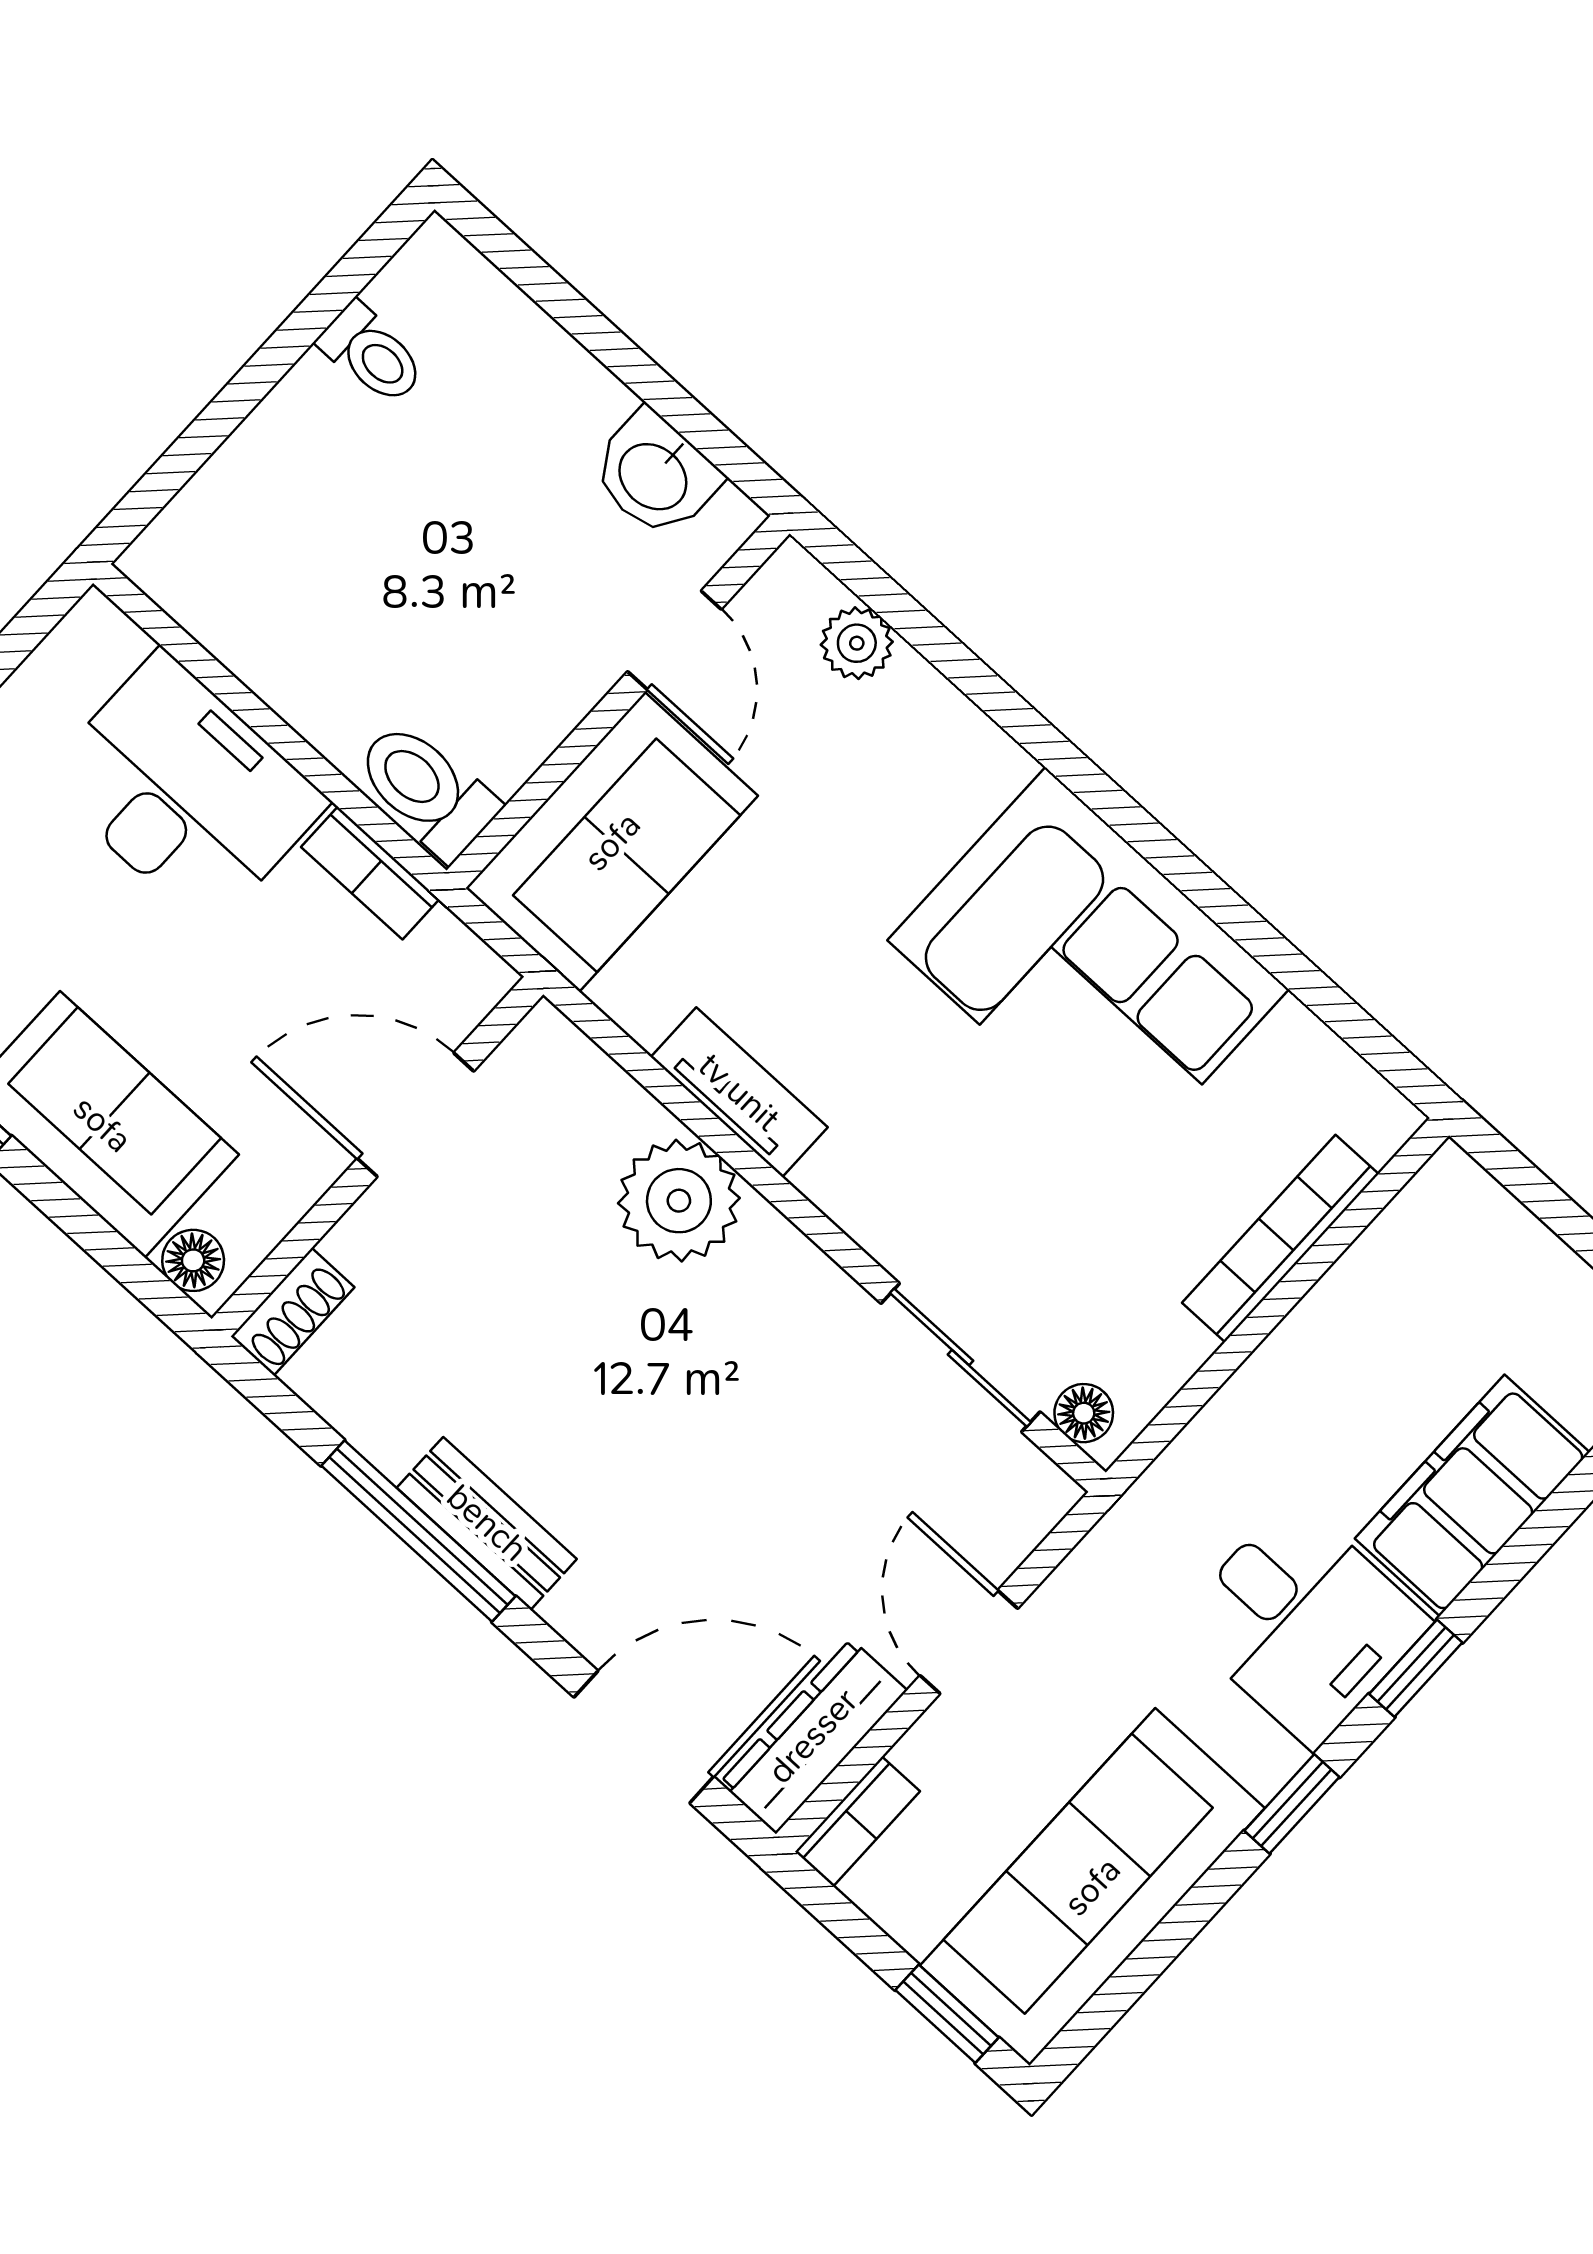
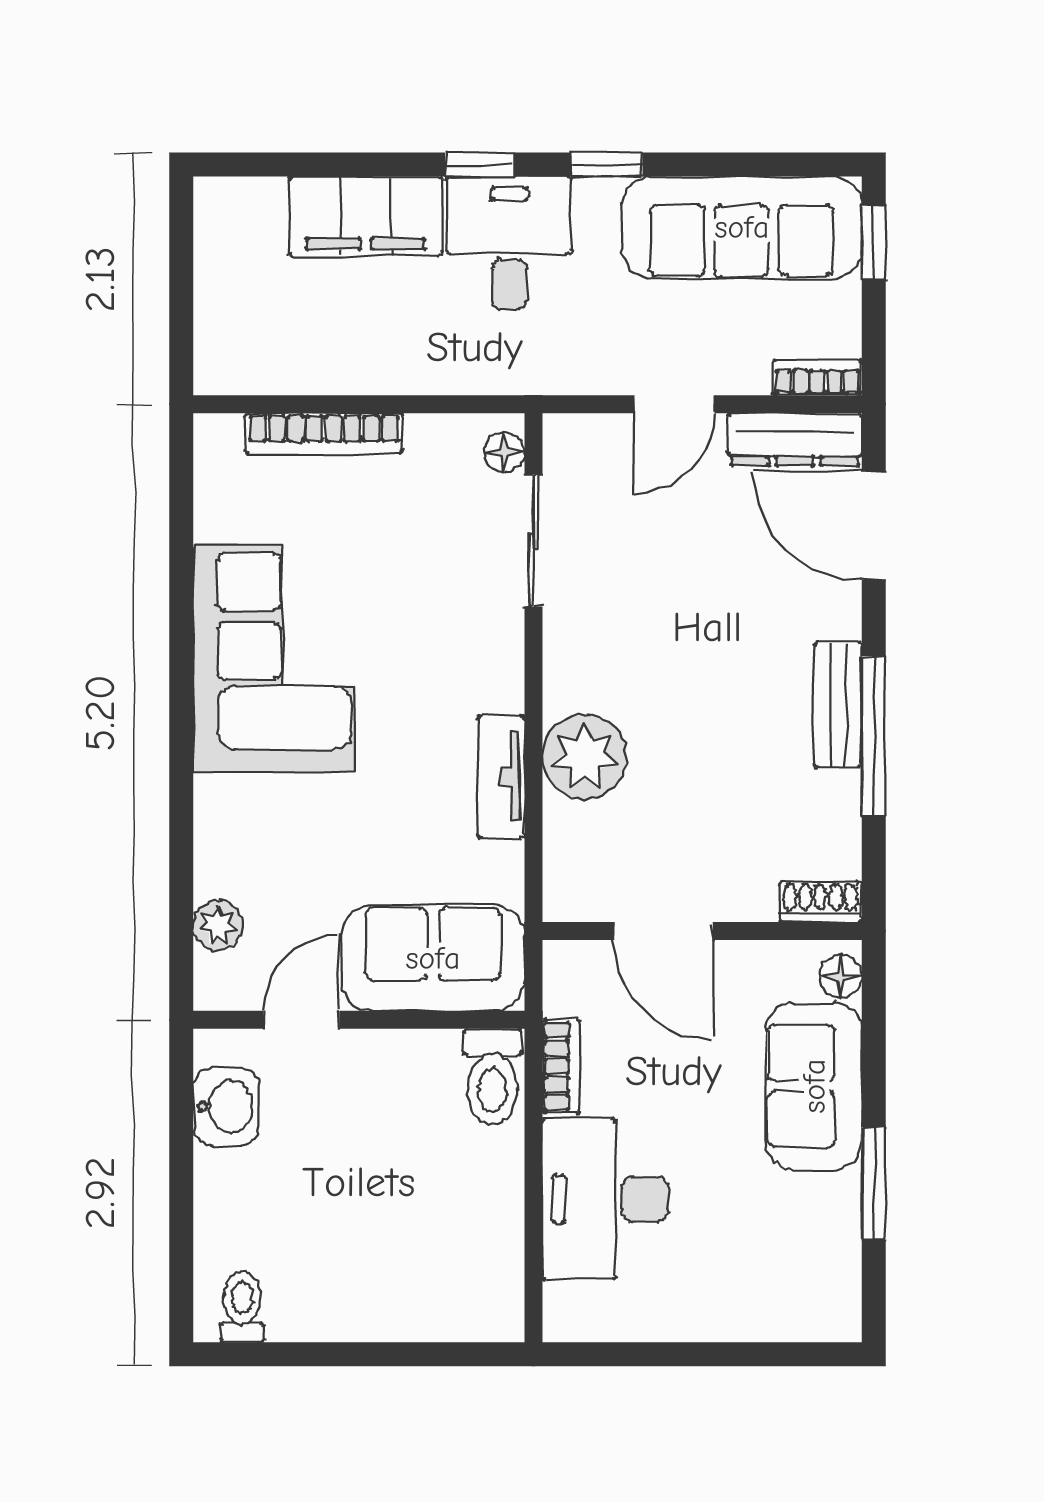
toilet: (372, 354) -> (242, 1307), moved

